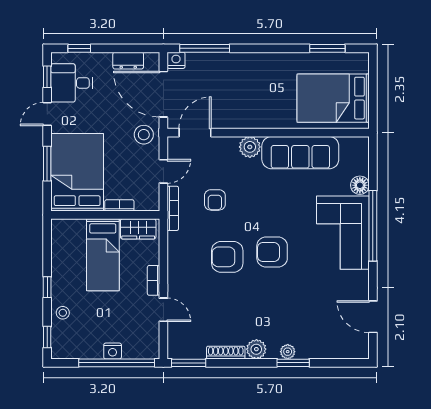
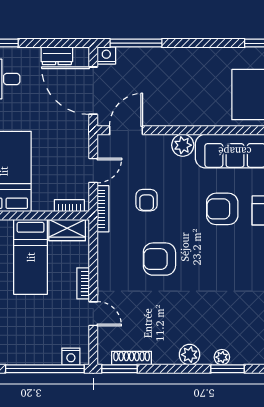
stool: (144, 135) -> (73, 132), removed
bookcase: (119, 205) -> (69, 206), moved
armchair: (272, 252) -> (222, 209), moved
nightstand: (113, 351) -> (71, 356), moved
shoe rack: (226, 353) -> (132, 358), moved

